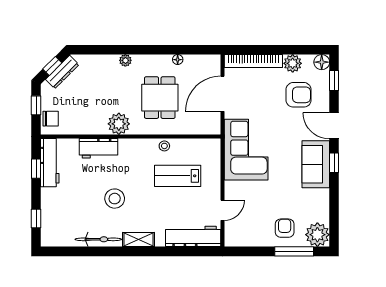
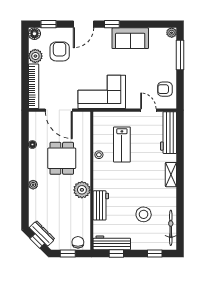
dining table: (160, 98) -> (62, 158), turned 90
sofa: (316, 164) -> (130, 38), moved
stool: (115, 199) -> (144, 214), moved
armchair: (285, 228) -> (165, 89), moved
plant: (317, 235) -> (172, 33), width x0.53, depth x0.53
bicycle: (98, 239) -> (171, 228), moved

